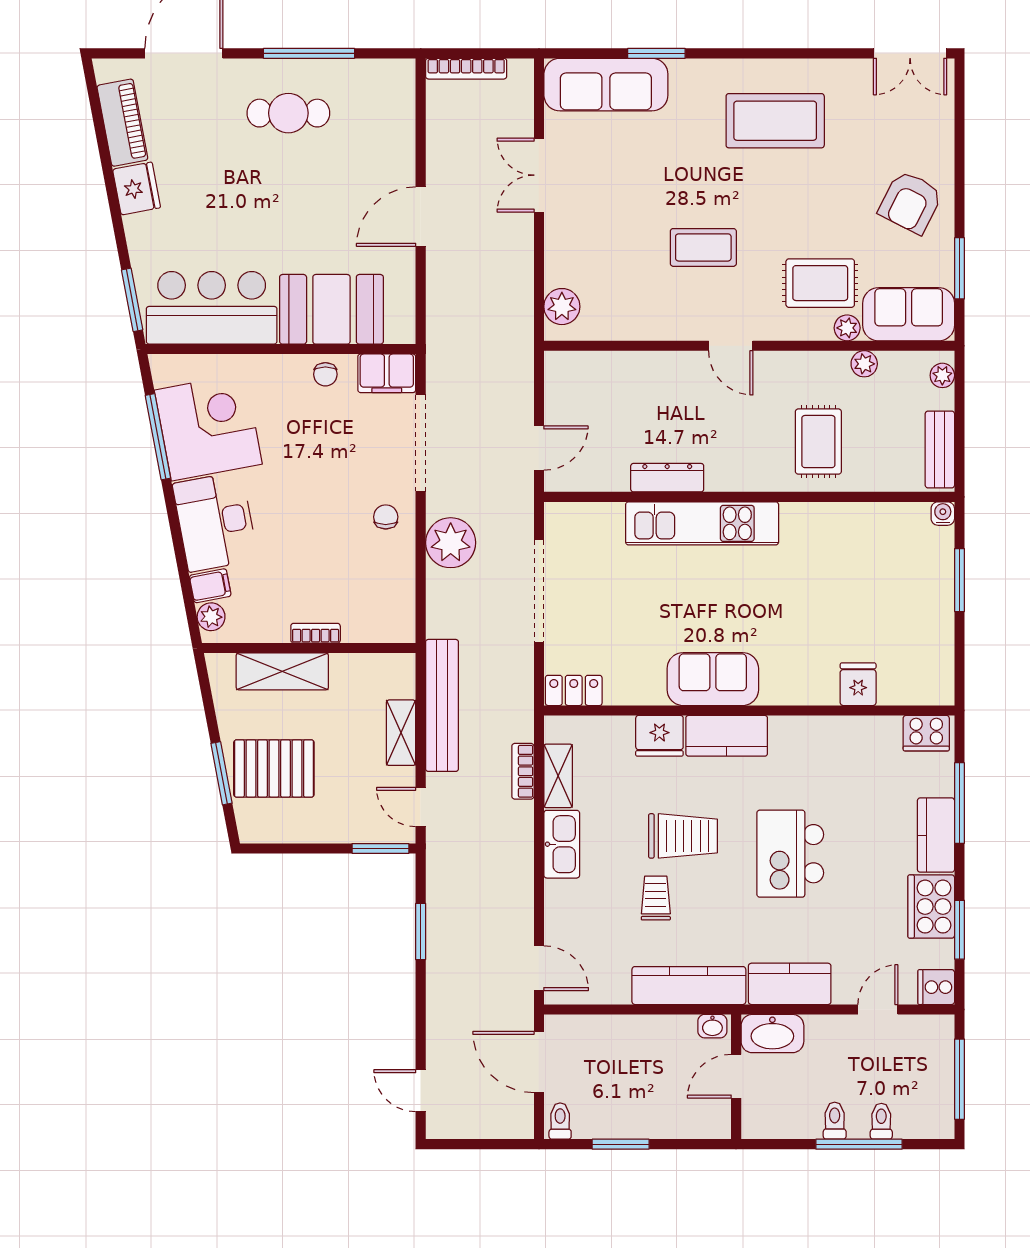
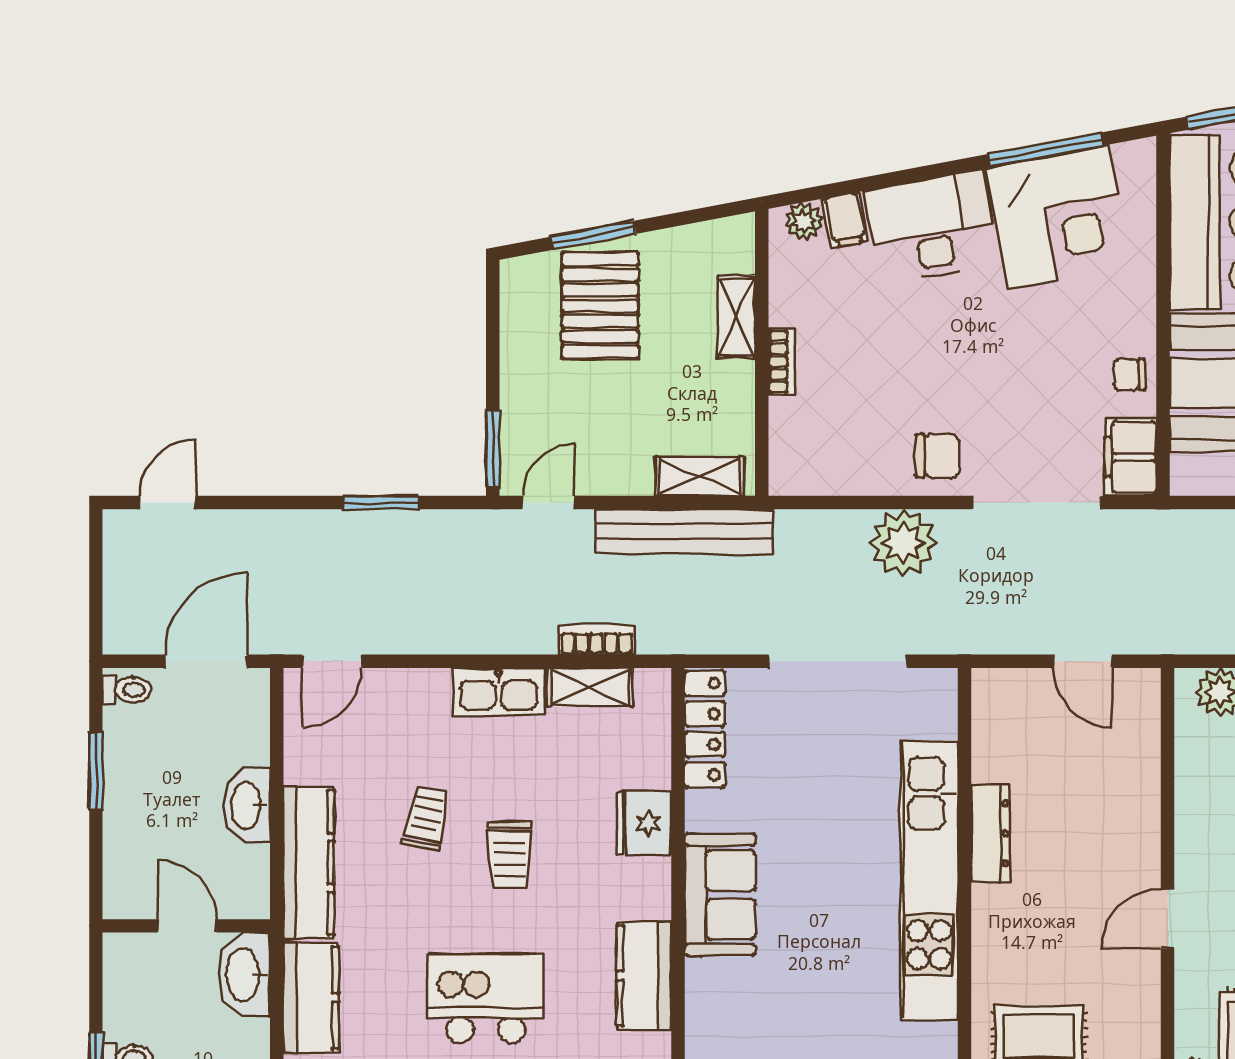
door: (539, 448) -> (1082, 661), moved
chair: (386, 517) -> (938, 456), width x1.37, depth x1.37
kitchen unit: (702, 523) -> (929, 880), width x1.36
shelving: (282, 671) -> (737, 317), width x0.67, depth x0.75
locker: (574, 690) -> (705, 729), width x1.53
shelving: (401, 733) -> (700, 476), moved
kitchen counter: (727, 736) -> (644, 976), moved
trolley: (683, 836) -> (510, 855), width x0.73, depth x0.72
trolley: (656, 898) -> (426, 818), turned -79
washbasin: (712, 1026) -> (247, 805), moved, width x1.91, depth x1.45

